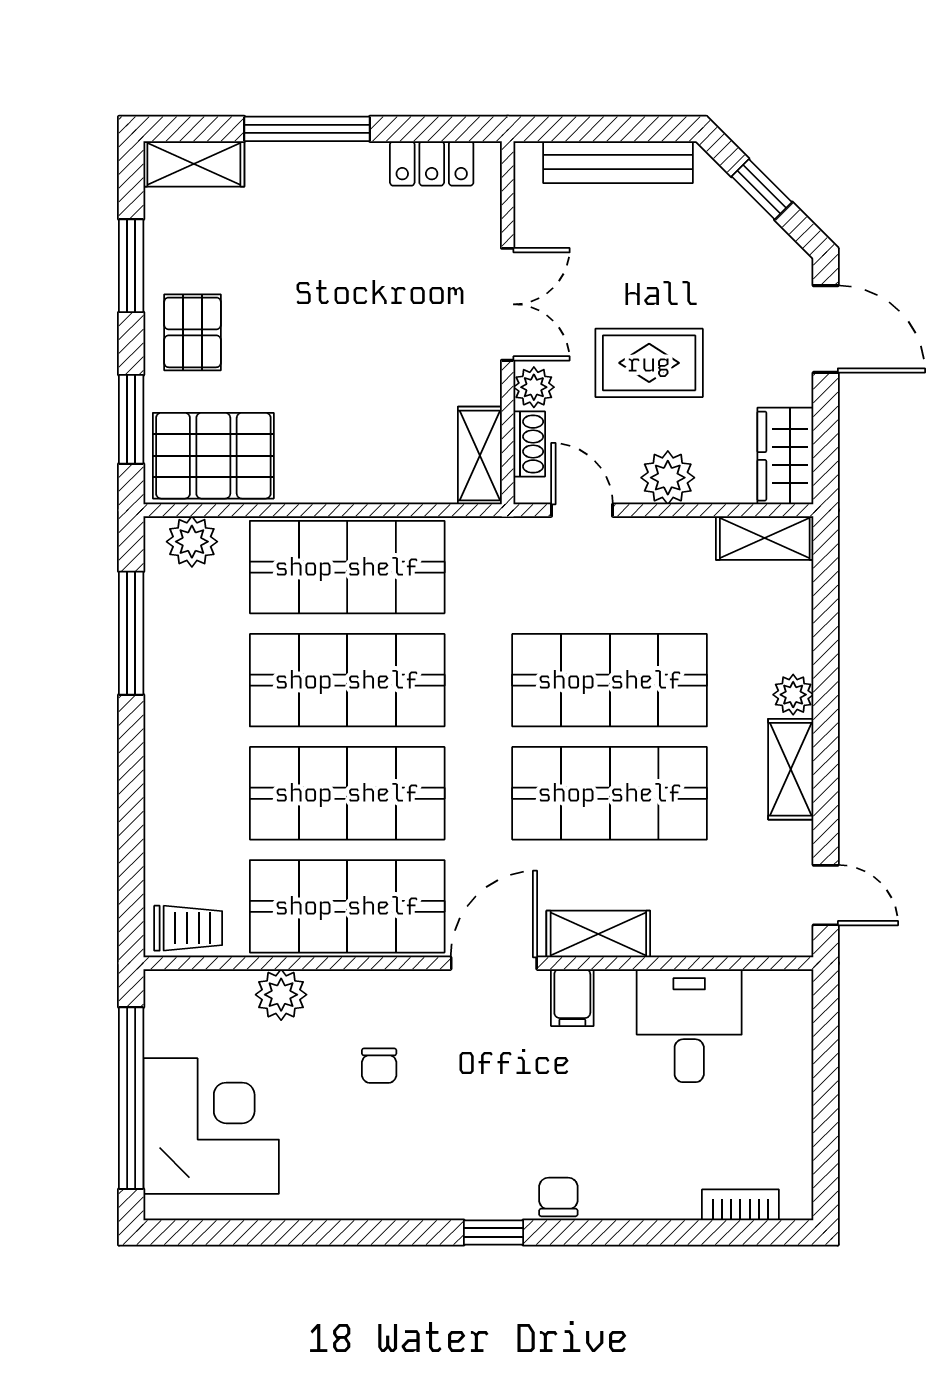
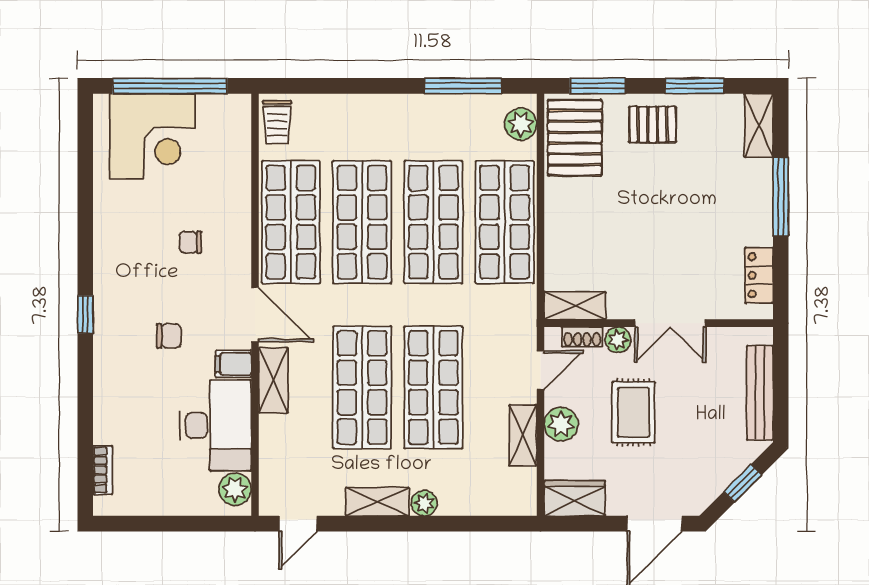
shelving: (765, 538) -> (523, 435), moved
plant: (281, 995) -> (235, 489), moved
desk: (689, 1026) -> (216, 425), width x1.37
chair: (558, 1197) -> (169, 336), moved

